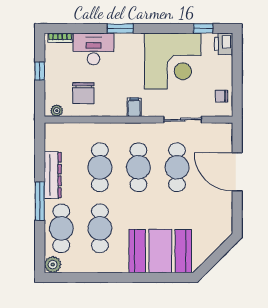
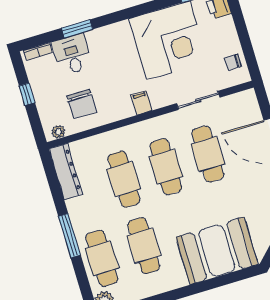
window: (120, 28) -> (77, 29), moved
desk: (94, 49) -> (72, 54), width x0.73
dresser: (53, 175) -> (66, 172), moved

